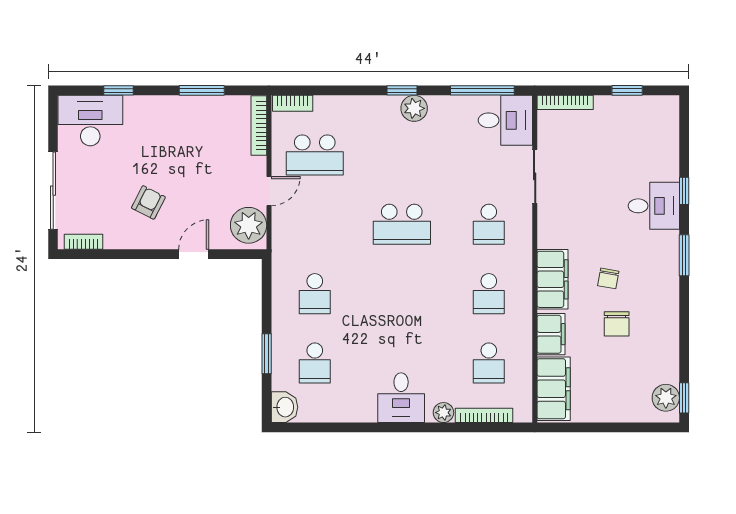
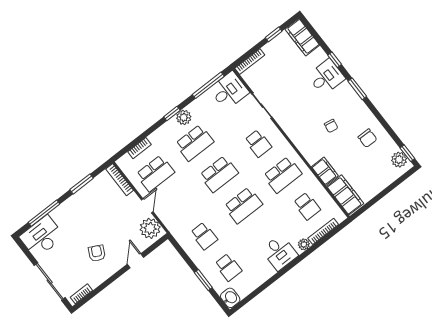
window: (119, 90) -> (44, 213), width x2.17
bookcase: (293, 103) -> (139, 148), moved
school desk: (402, 155) -> (195, 143), added
filing cabinet: (553, 279) -> (302, 37), moved, turned 180
school desk: (402, 294) -> (243, 205), added
school desk: (489, 294) -> (283, 175), width x1.85
chair: (617, 324) -> (367, 138), moved

